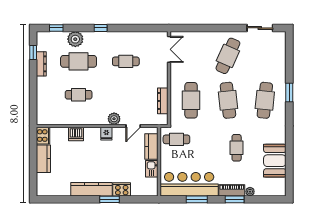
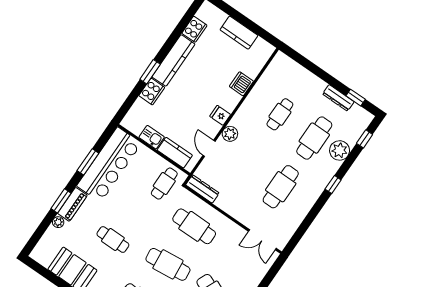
cafe table: (126, 61) -> (281, 187), width x1.37, depth x1.35
dresser: (163, 101) -> (202, 189), moved
cooker: (43, 136) -> (194, 29), moved, turned -90

